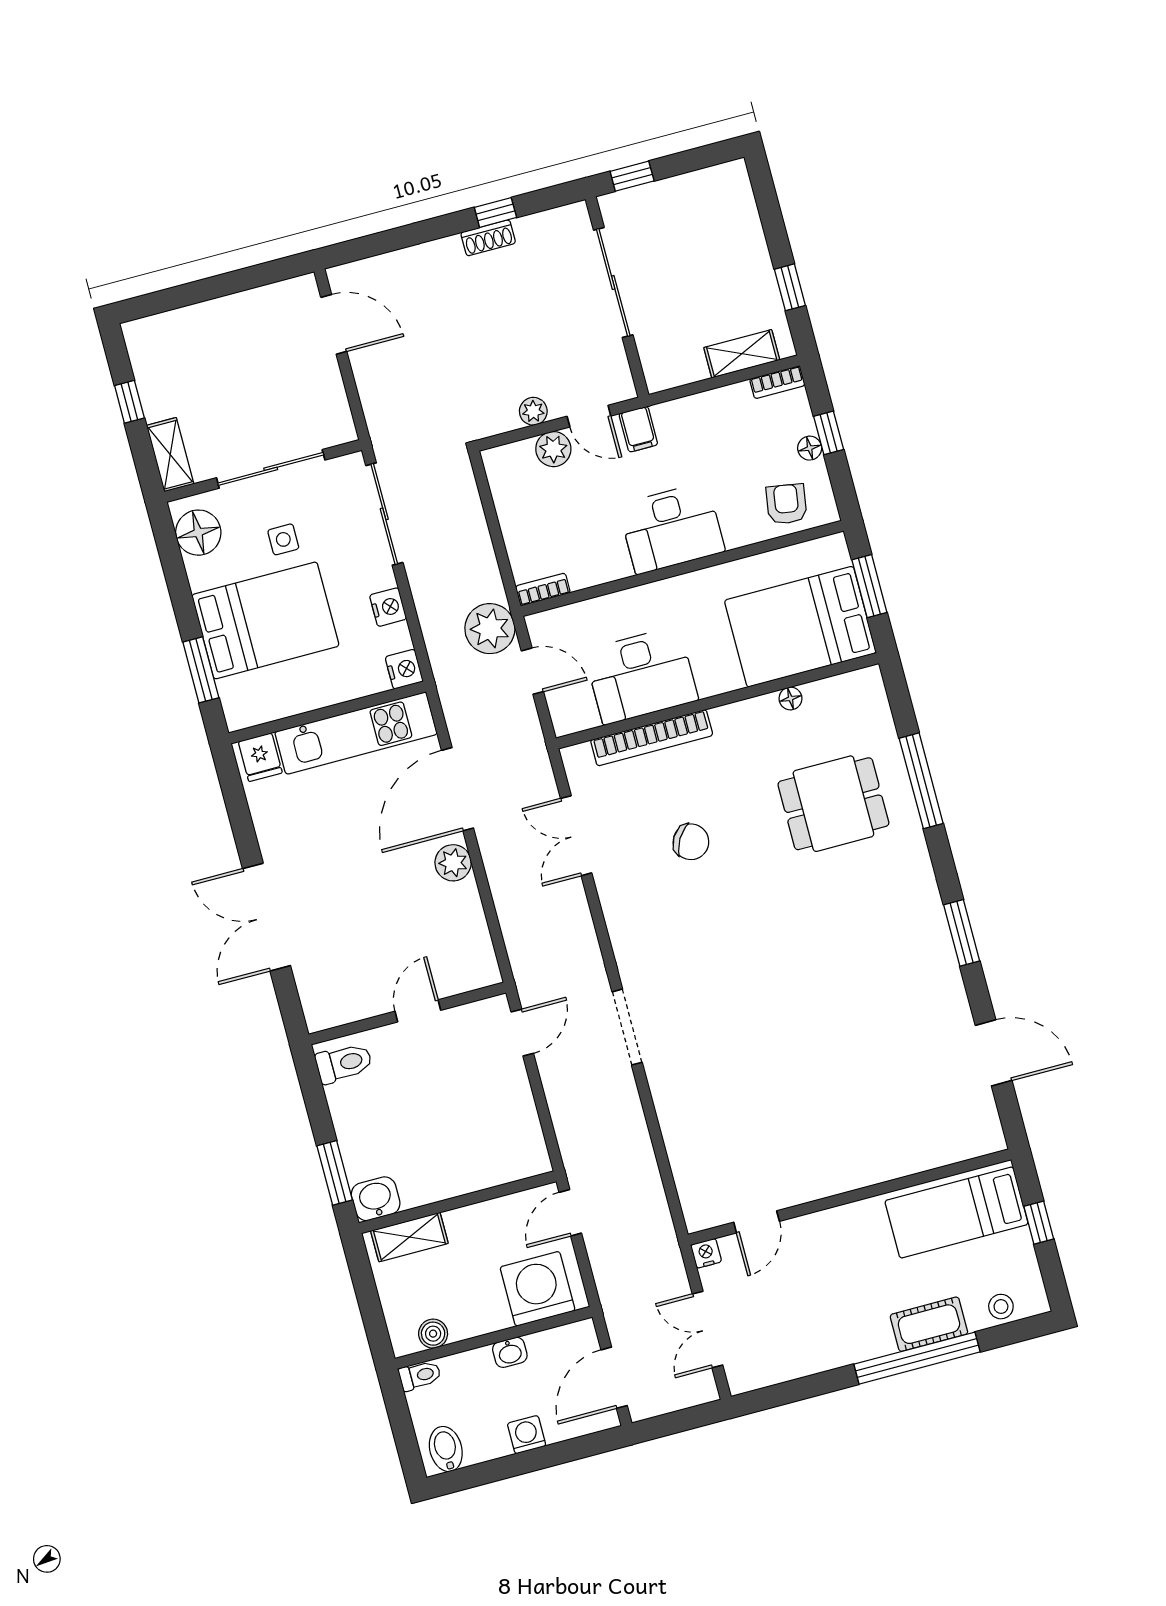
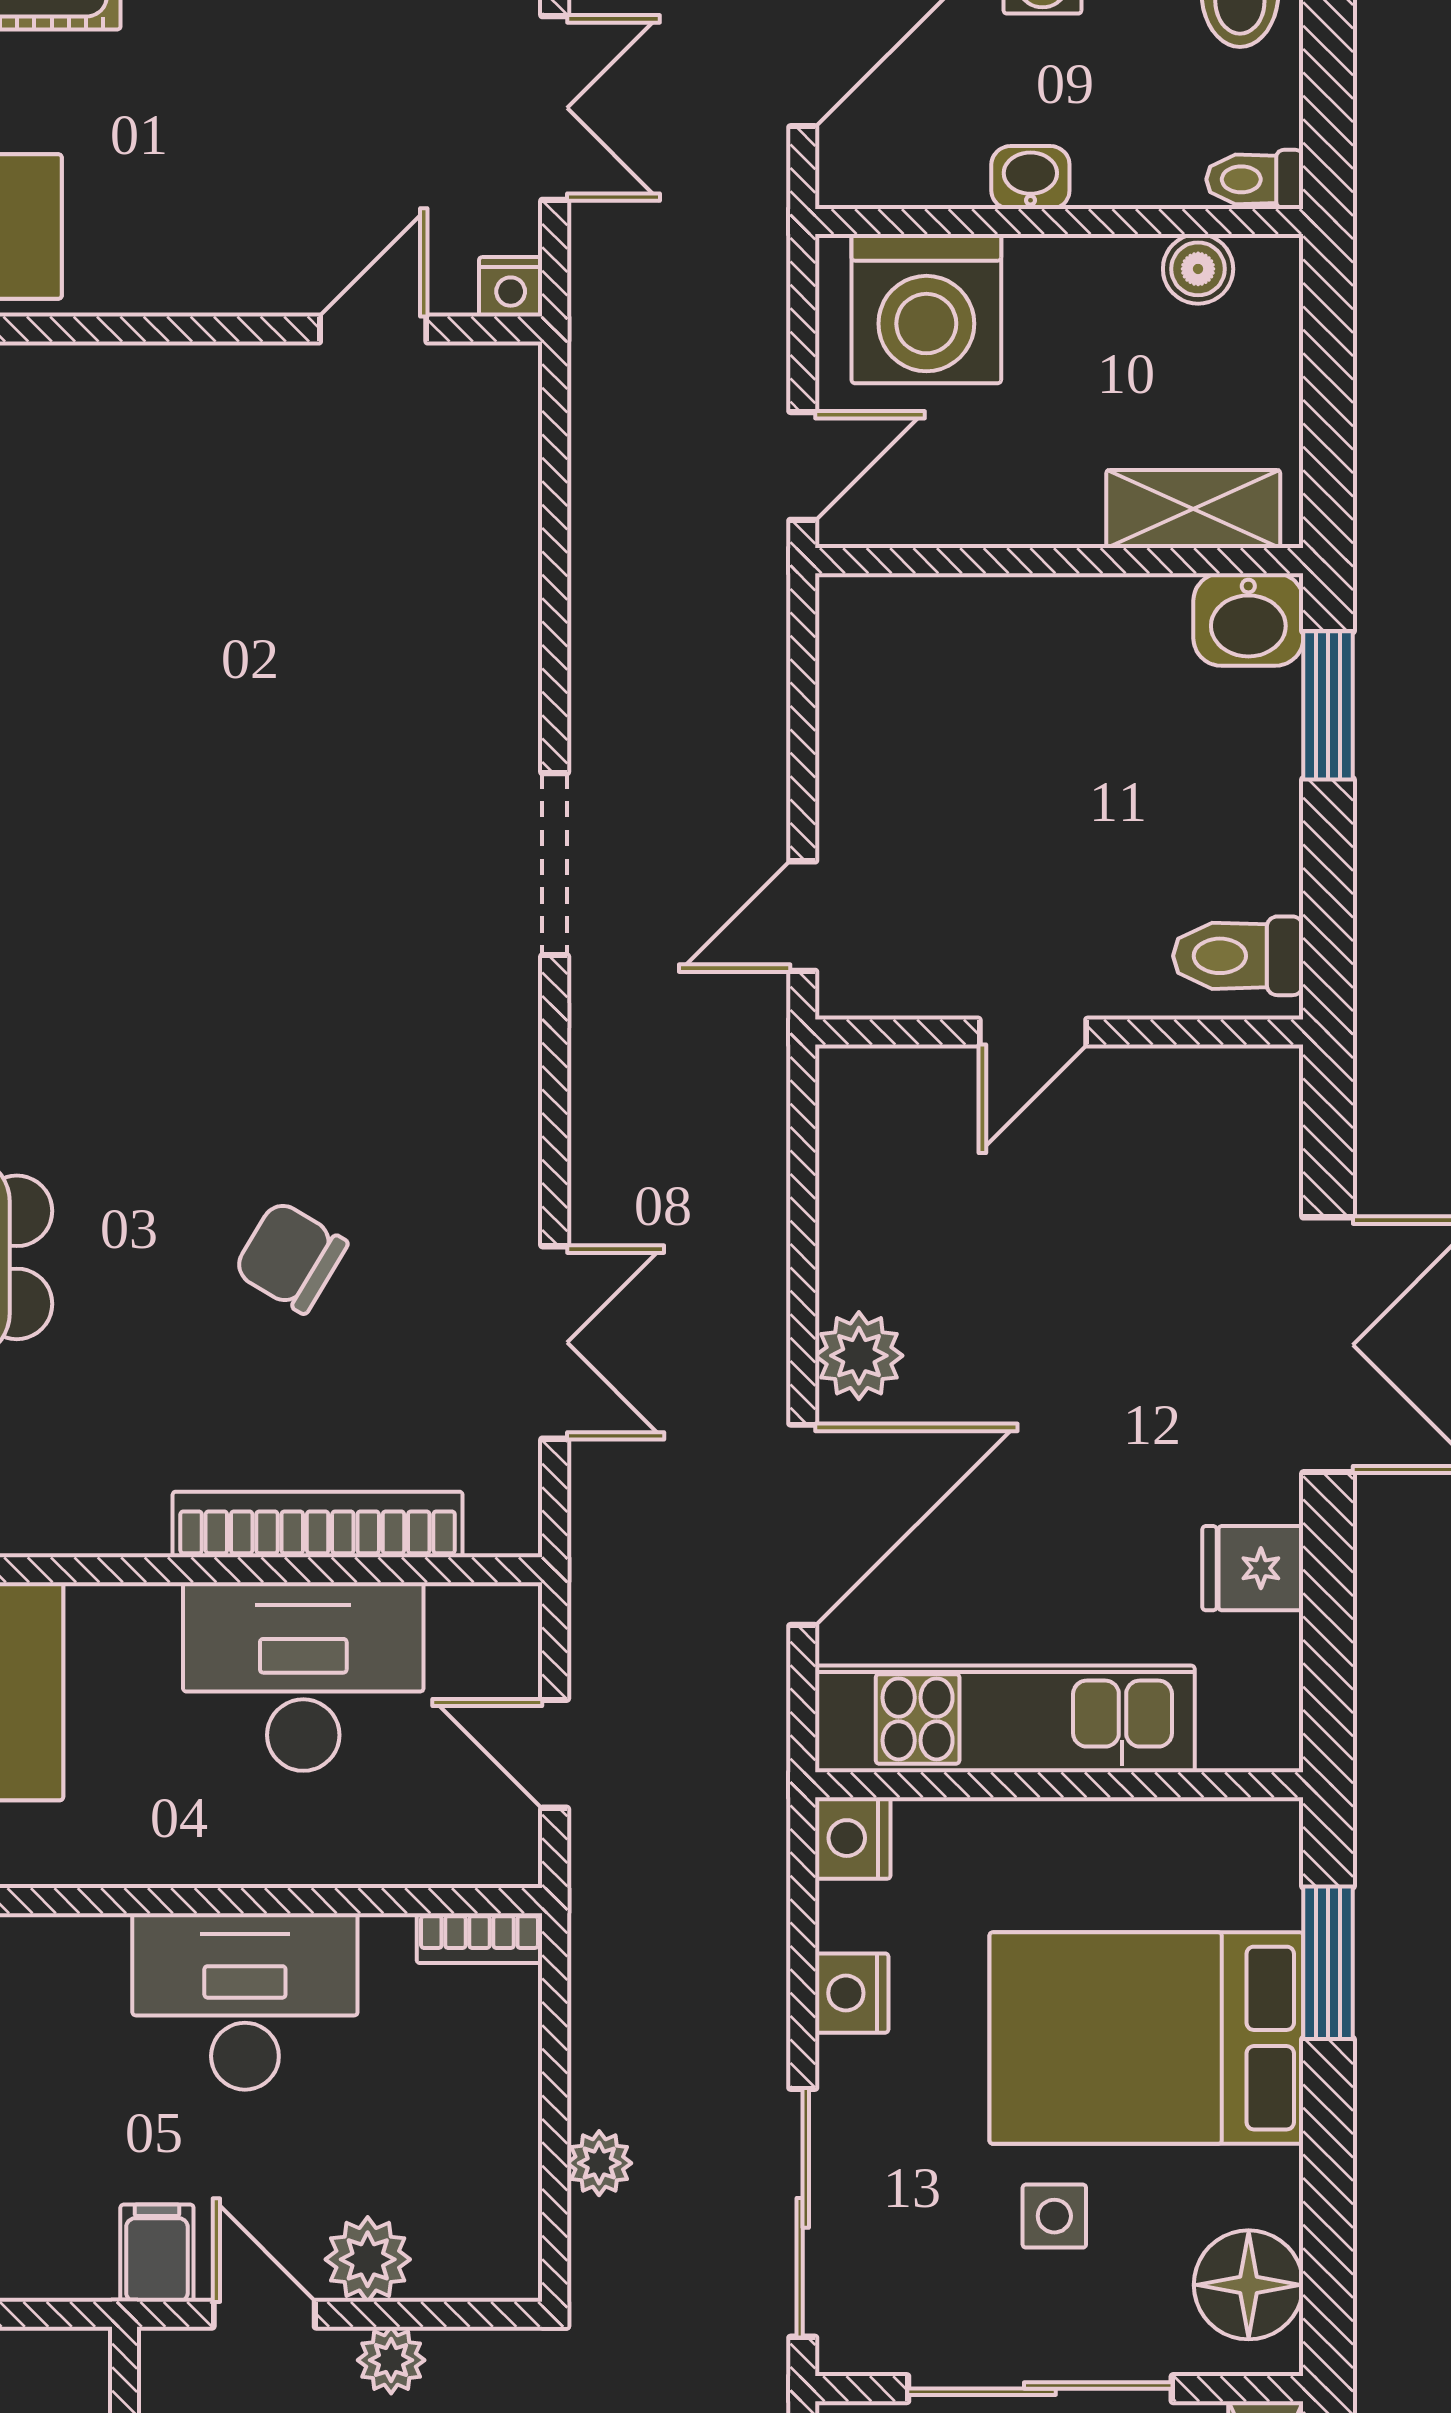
desk: (671, 528) -> (245, 2001), moved
plant: (490, 629) -> (599, 2163), moved, width x0.53, depth x0.53
fridge: (260, 757) -> (1253, 1568), moved, turned -90

